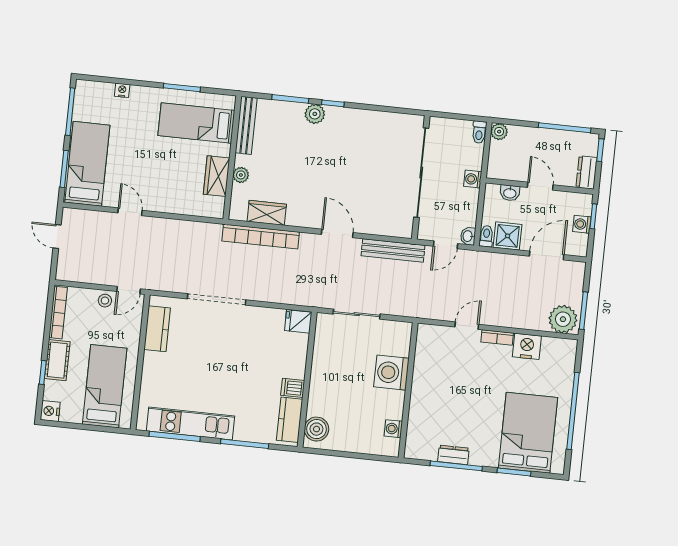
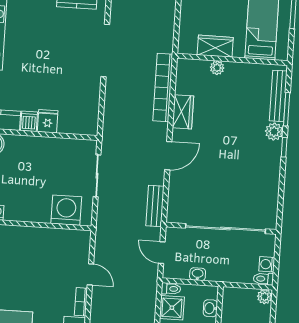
bench: (246, 125) -> (278, 96), moved, turned 90
washing machine: (473, 179) -> (267, 264), moved, turned -90
wardrobe: (267, 213) -> (183, 112), moved
washbasin: (468, 236) -> (198, 274), moved
bench: (393, 250) -> (155, 206), width x0.73
fridge: (298, 321) -> (48, 121), moved
washing machine: (391, 373) -> (66, 210), moved

